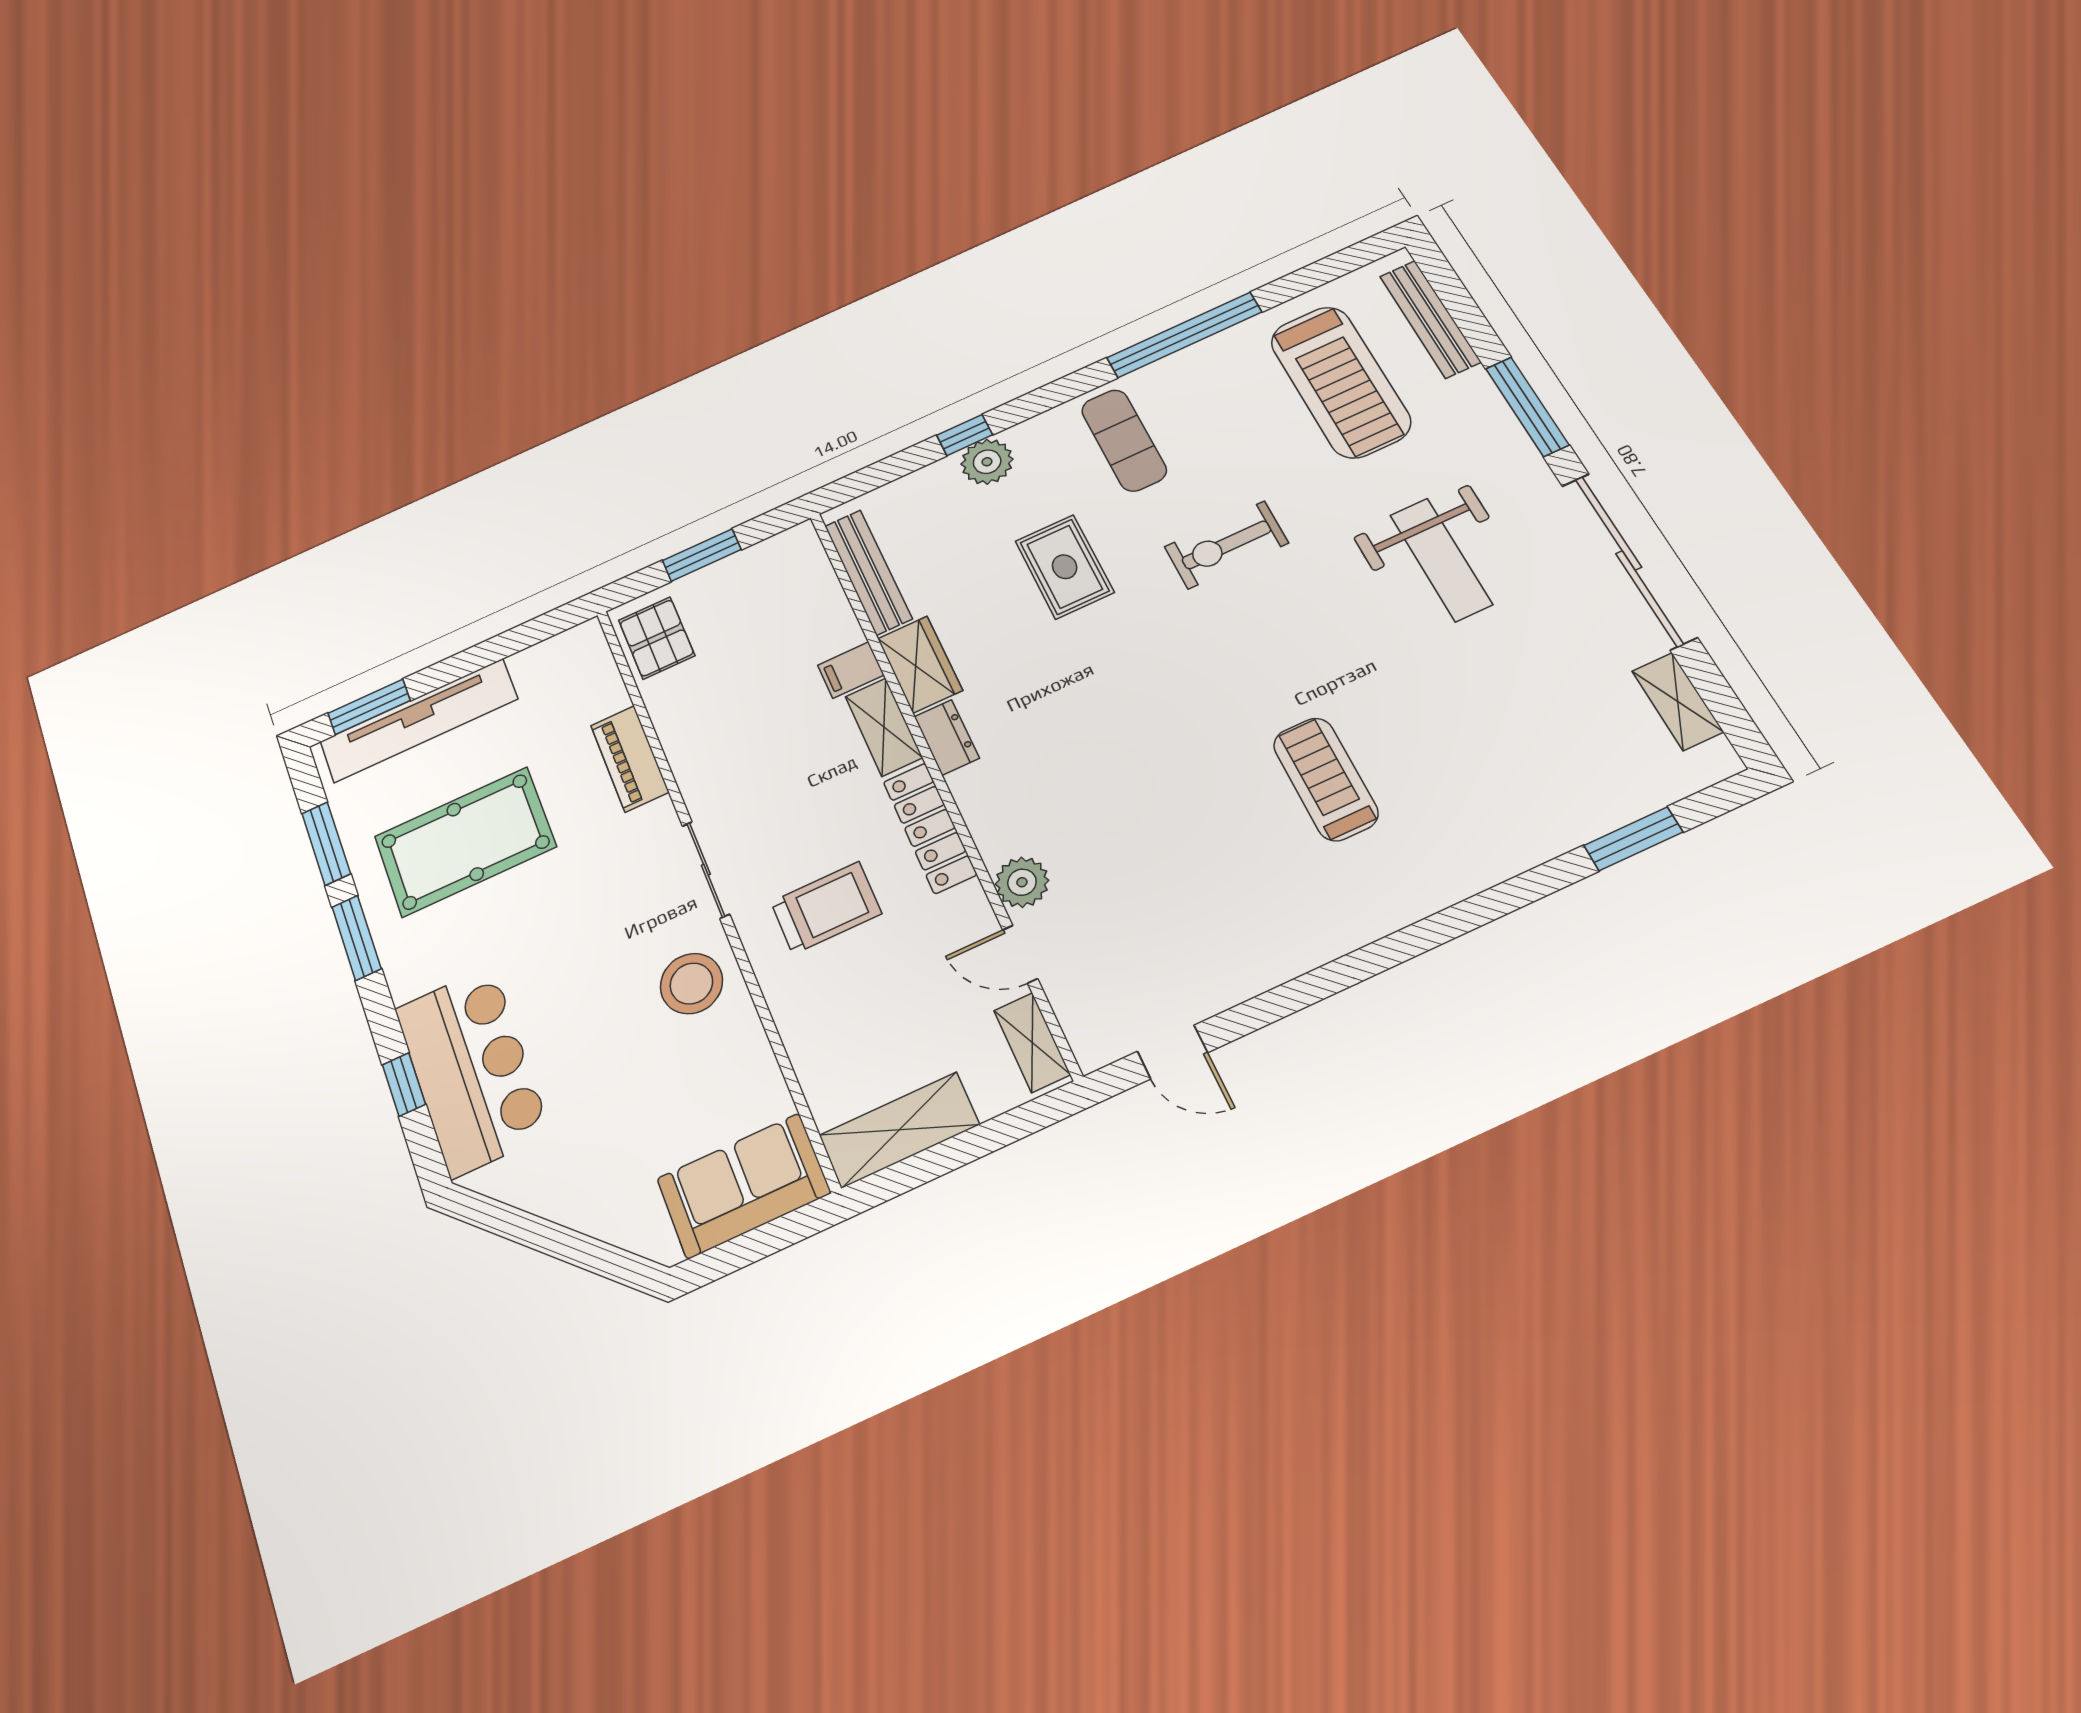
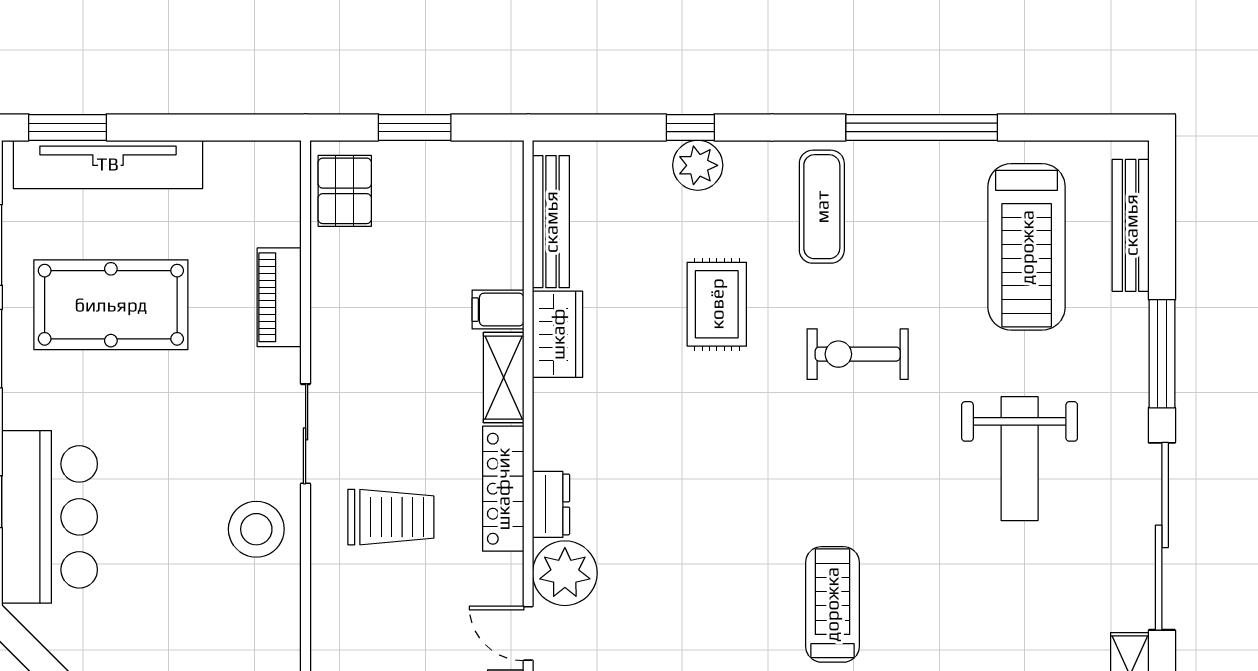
dresser: (947, 737) -> (551, 504), moved
plant: (1022, 882) -> (565, 573), width x1.36, depth x1.36

